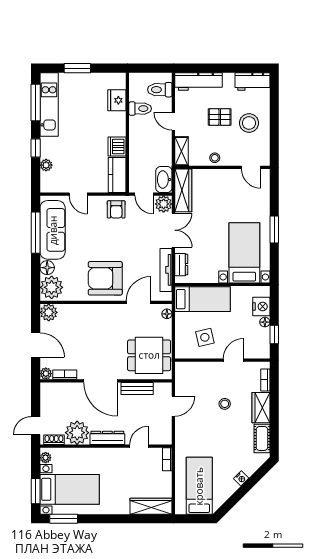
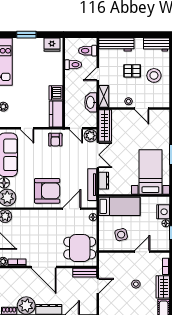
fridge: (117, 100) -> (52, 45), moved, turned -90
door: (173, 121) -> (98, 74), hinge flipped
door: (251, 167) -> (142, 108), moved
washbasin: (164, 179) -> (91, 102), moved
armchair: (105, 278) -> (47, 191), turned 180
bench: (137, 388) -> (85, 273), moved

